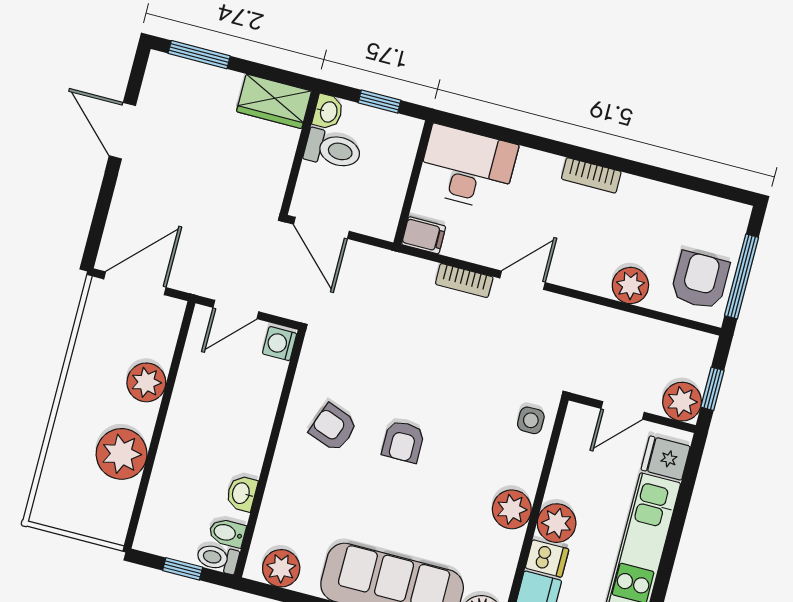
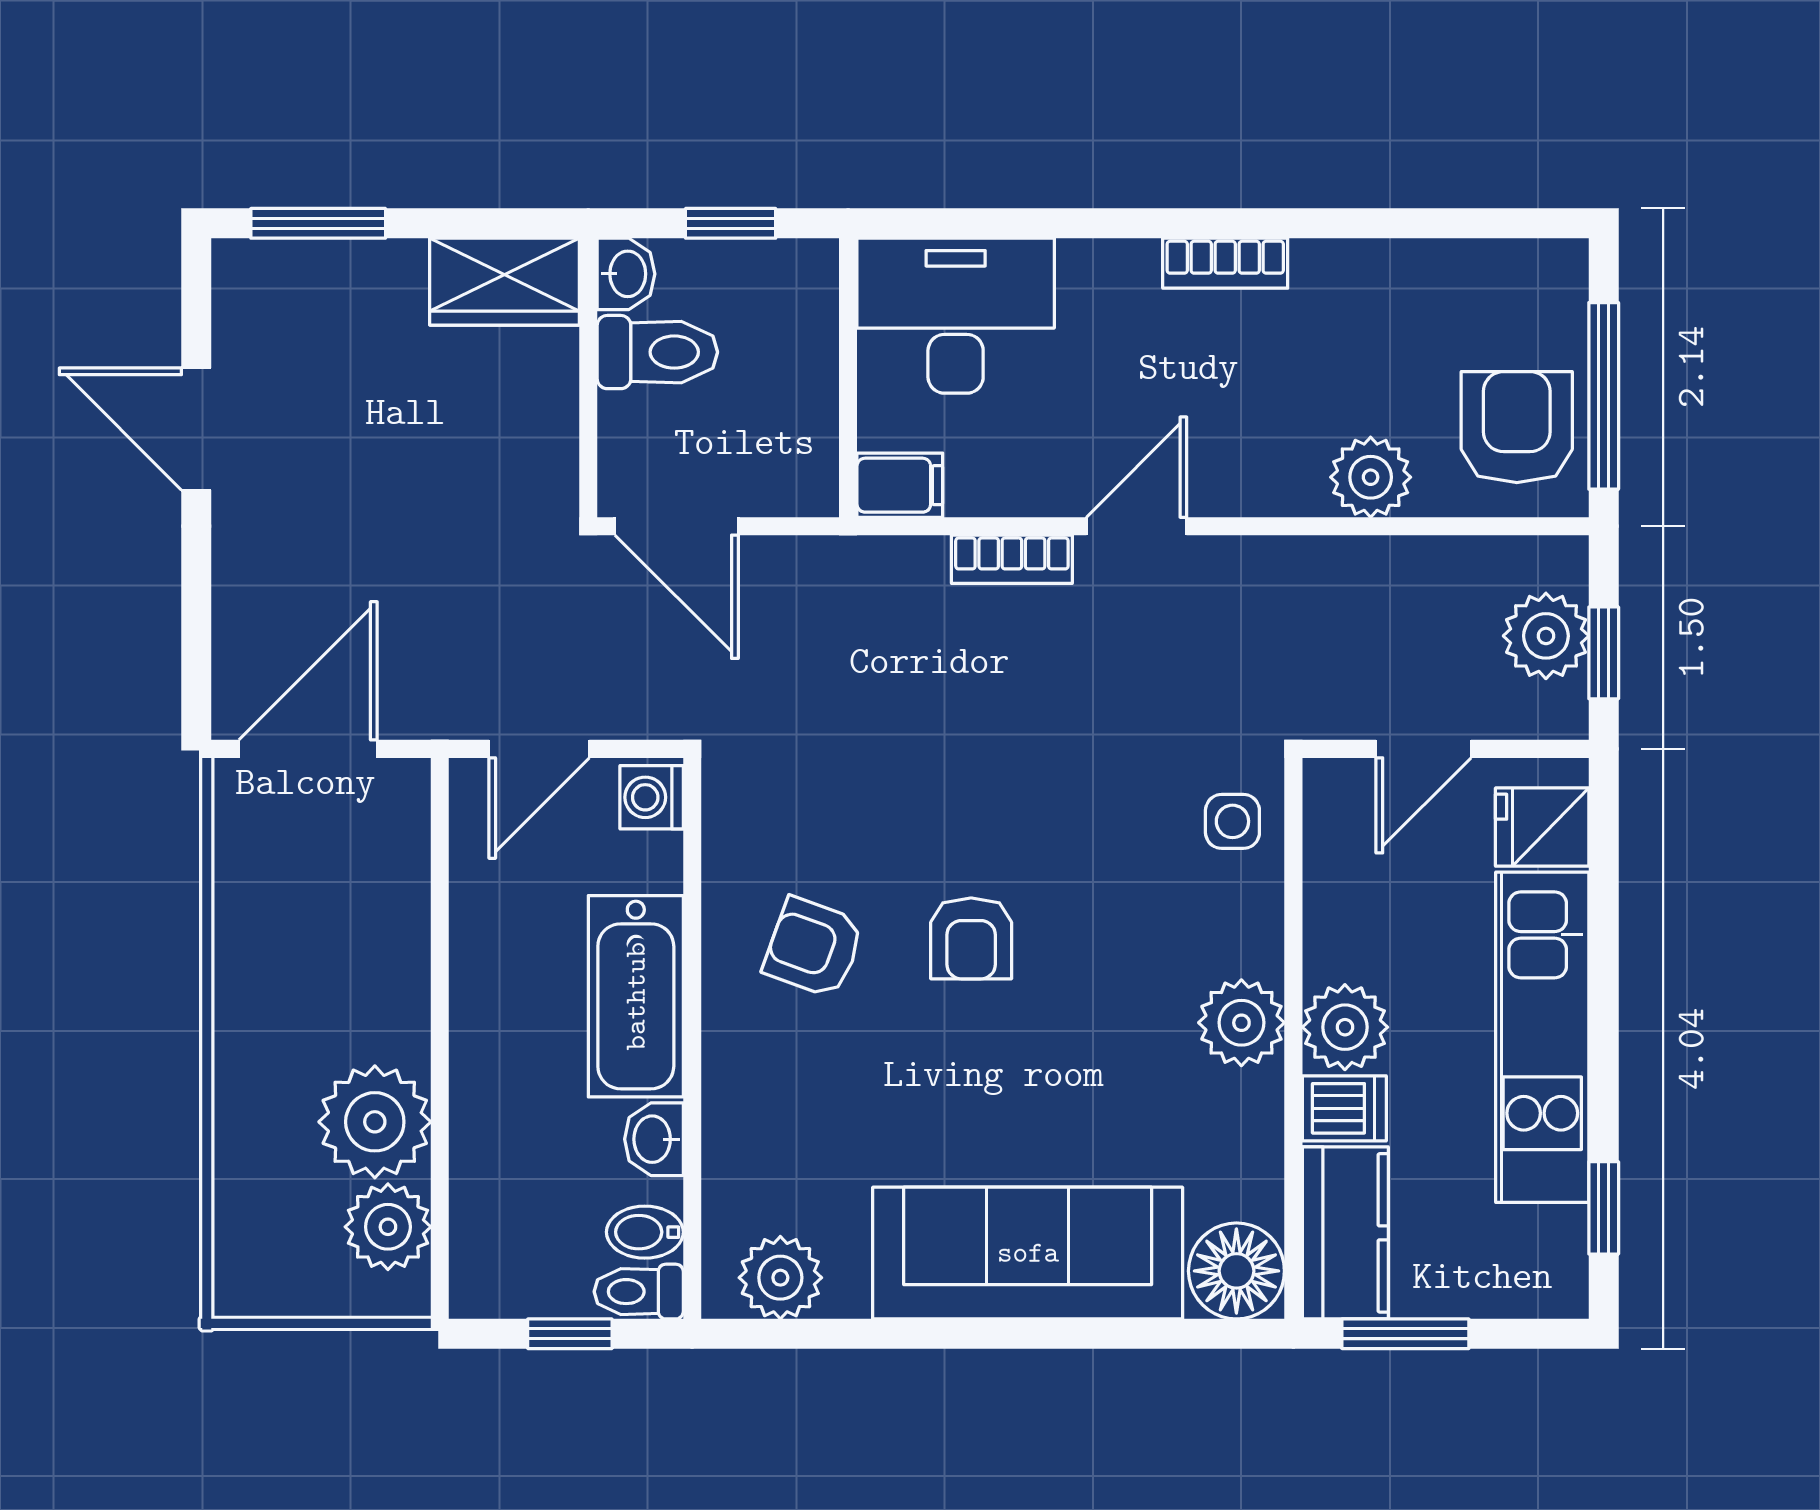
plant: (146, 382) -> (388, 1227), moved
plant: (682, 402) -> (1546, 636), moved
bathtub: (250, 429) -> (636, 996), added

